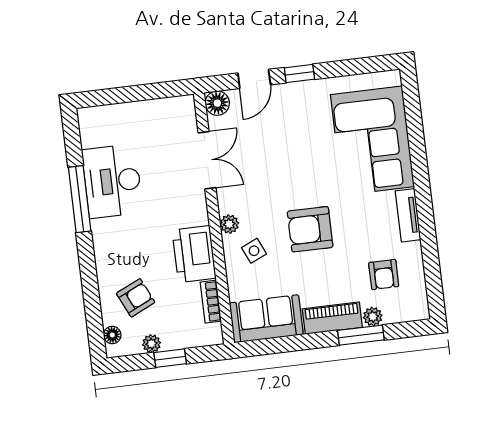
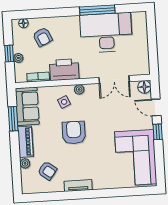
corner sofa: (372, 141) -> (136, 158), moved, turned -90
desk: (112, 181) -> (106, 33), width x1.36, depth x1.30
armchair: (384, 274) -> (47, 171), turned -143
window: (361, 335) -> (13, 119), moved
plant: (152, 344) -> (18, 58), moved

